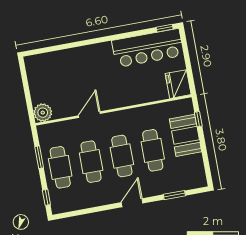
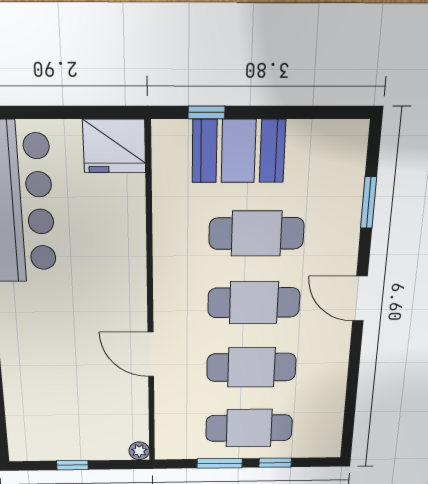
window: (26, 87) -> (72, 465), added
plant: (43, 113) -> (139, 451), width x0.53, depth x0.53
window: (46, 197) -> (275, 463), moved

